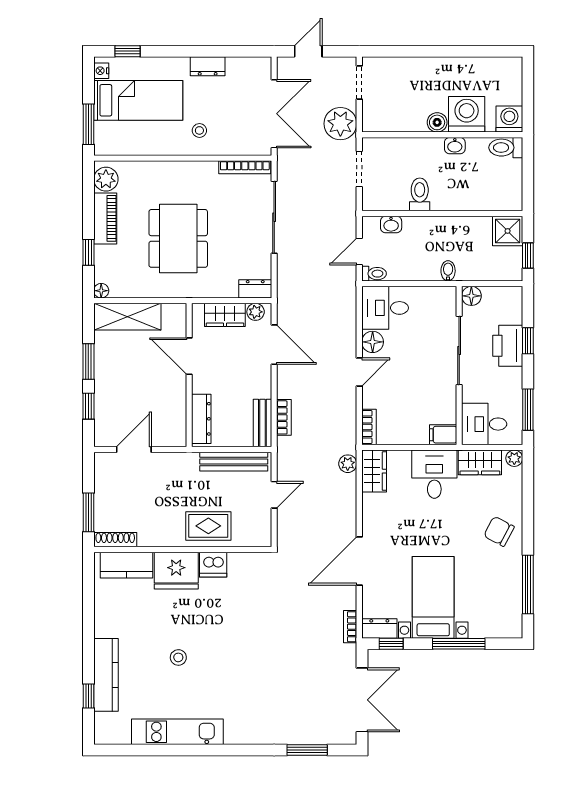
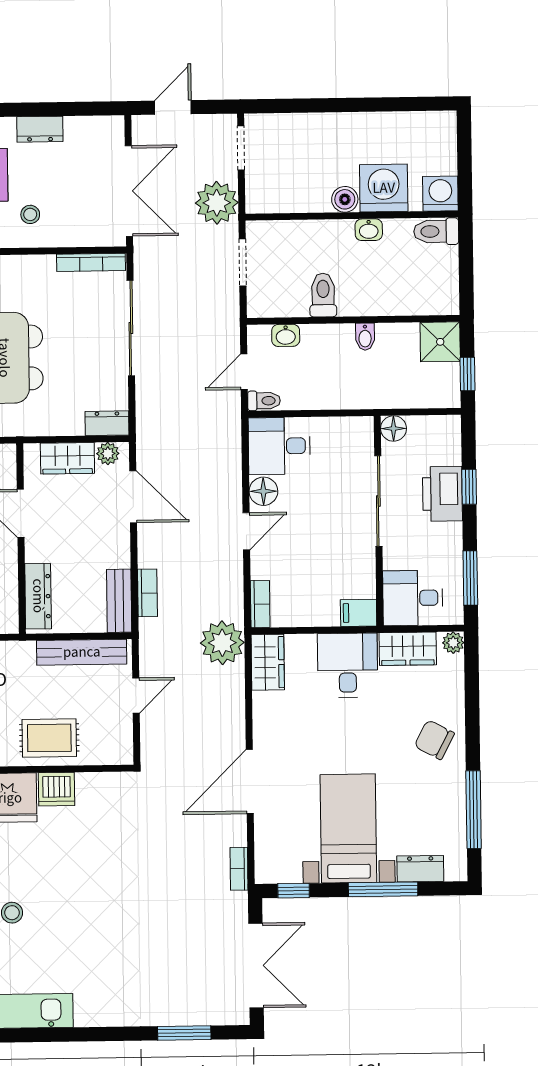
bidet: (448, 271) -> (365, 337), moved, turned 180
plant: (348, 464) -> (222, 643), width x1.88, depth x1.88
dresser: (379, 629) -> (420, 869), moved

